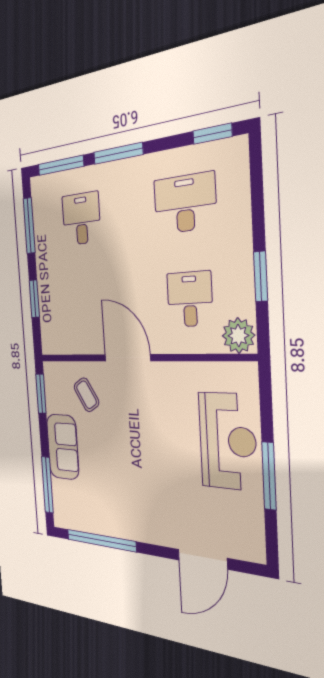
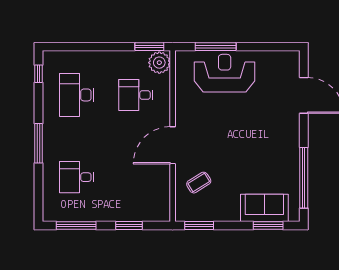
window: (212, 134) -> (38, 74), width x0.67
window: (61, 165) -> (38, 192), removed
window: (261, 276) -> (149, 47), moved
sofa: (63, 447) -> (264, 208), moved
window: (269, 476) -> (216, 47), moved
window: (47, 485) -> (268, 226), width x0.69

